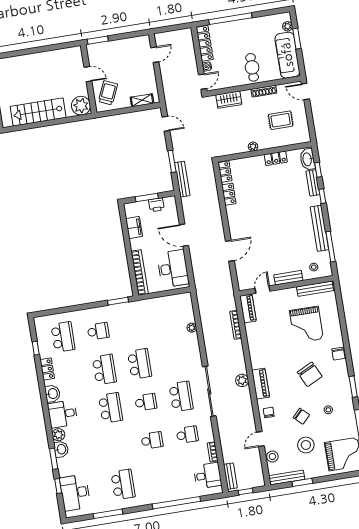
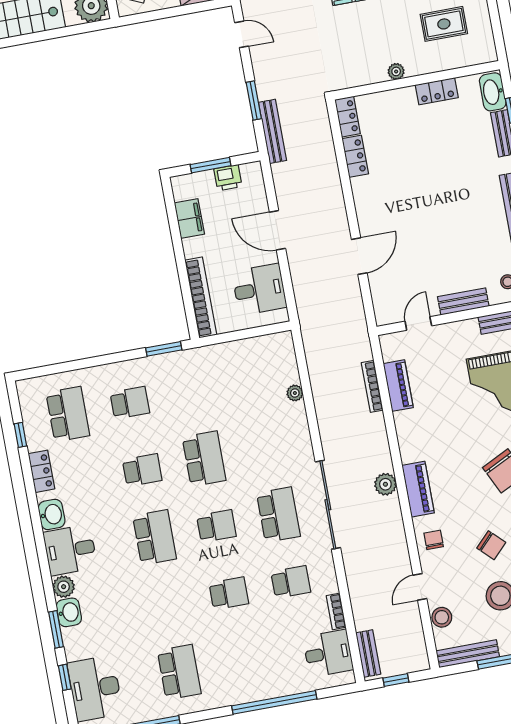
desk: (173, 268) -> (259, 289), width x0.73
piano: (248, 308) -> (398, 386), moved
school desk: (104, 370) -> (142, 470), width x0.54

